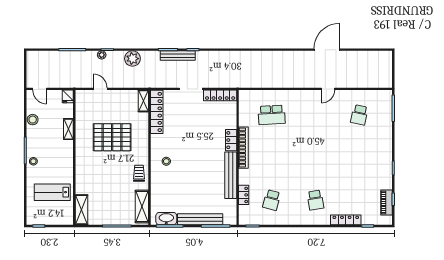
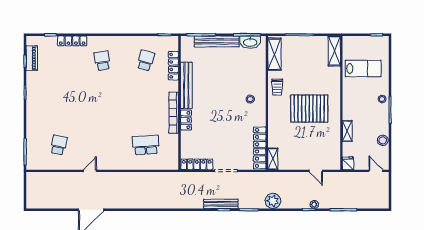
bench: (178, 56) -> (221, 204), moved
plant: (132, 59) -> (273, 201), moved
pallet: (112, 137) -> (309, 109), moved
locker: (244, 195) -> (173, 66), width x1.53

